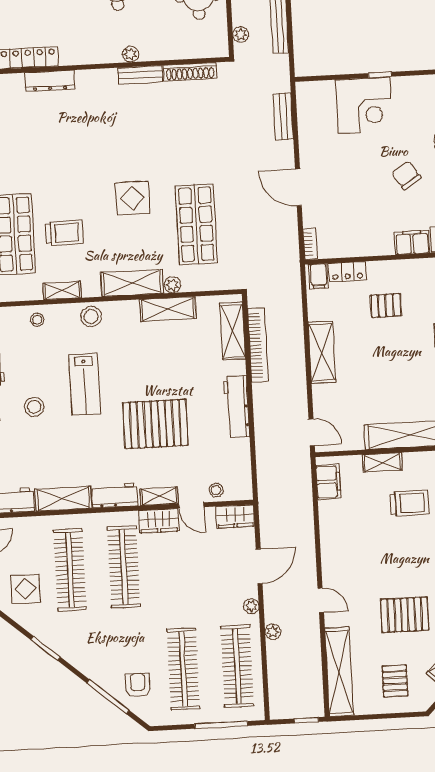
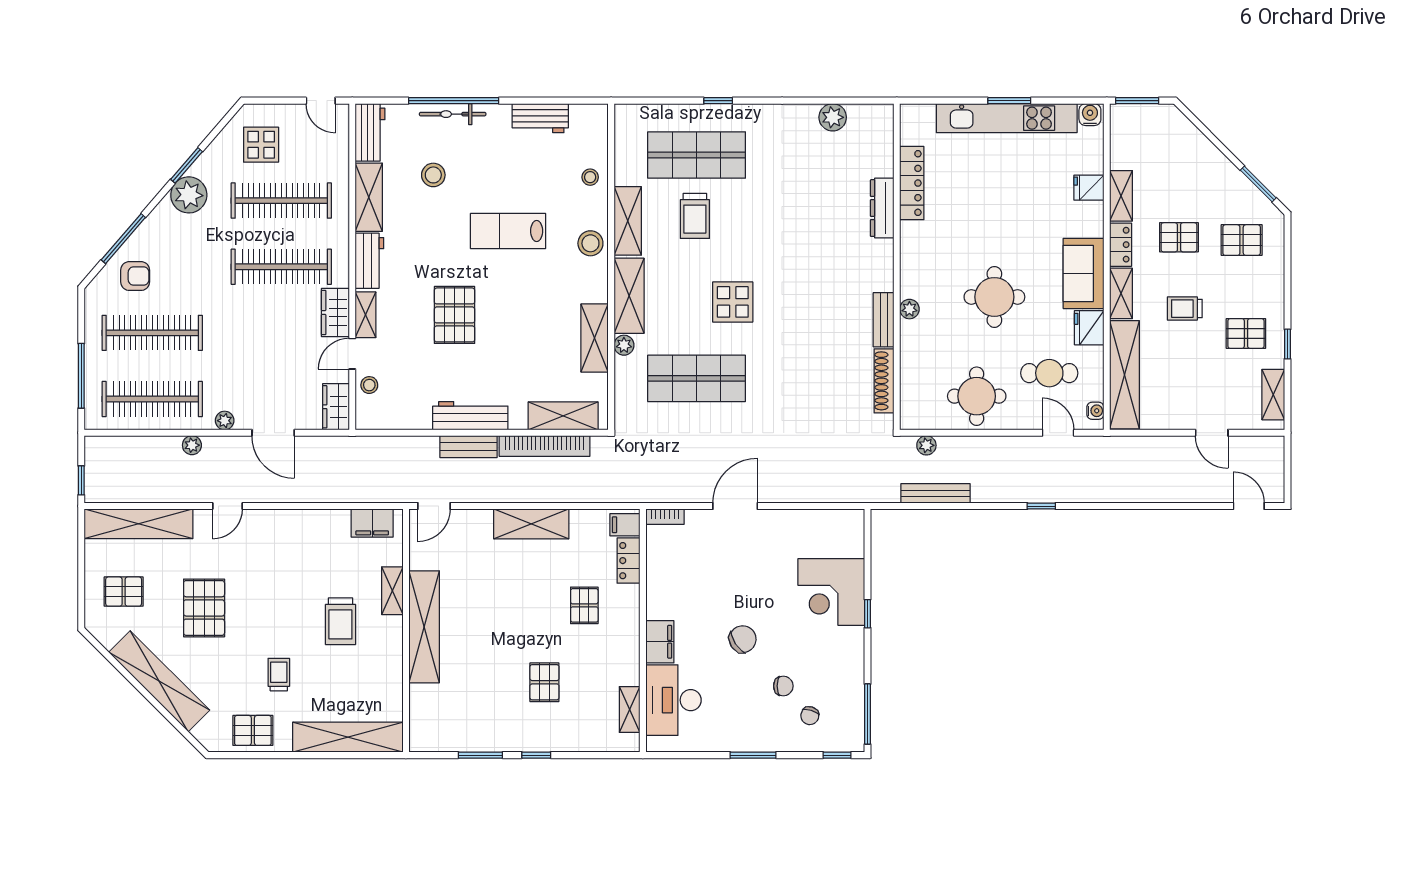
bench: (283, 117) -> (469, 447), moved
shelving: (62, 290) -> (628, 221), width x1.50, depth x1.33
stool: (34, 407) -> (433, 175), moved
pallet: (155, 424) -> (454, 315), width x0.73, depth x0.71
plant: (69, 645) -> (189, 195), added

